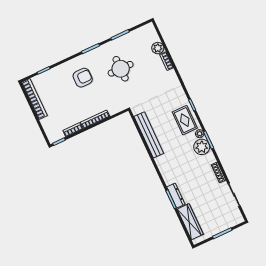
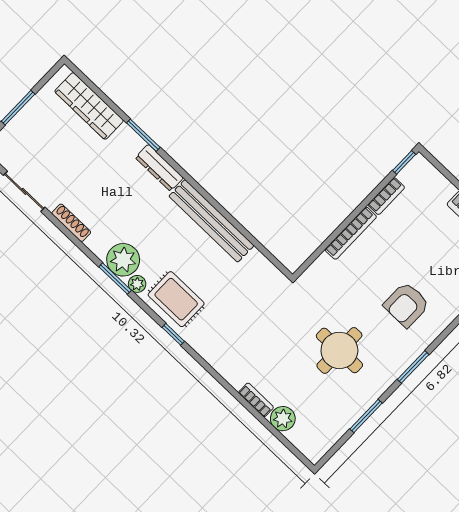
bench: (149, 135) -> (211, 221), moved
dresser: (176, 196) -> (159, 168), moved

